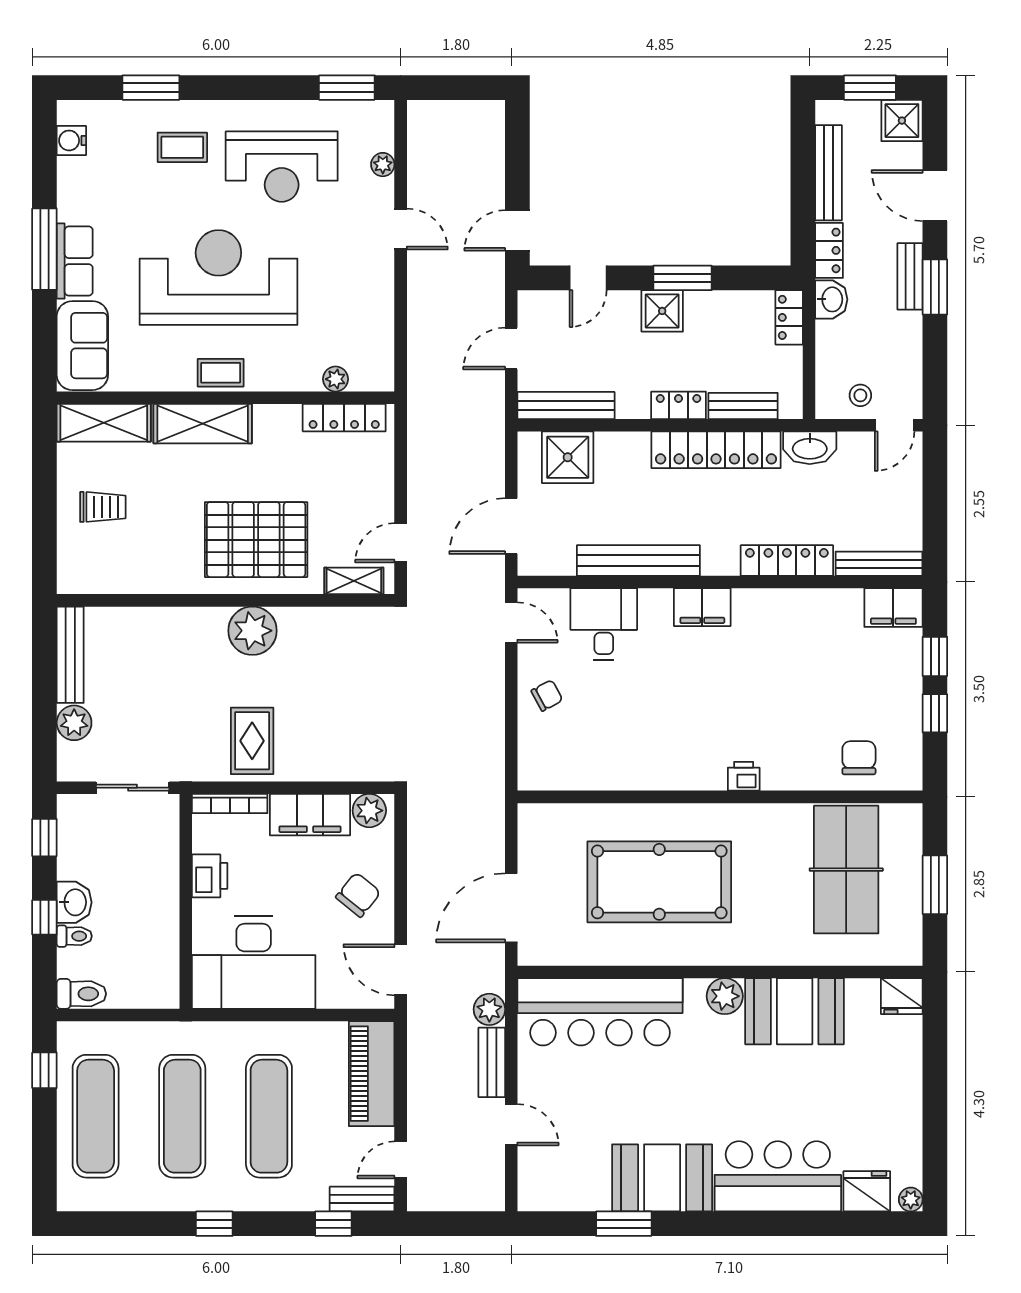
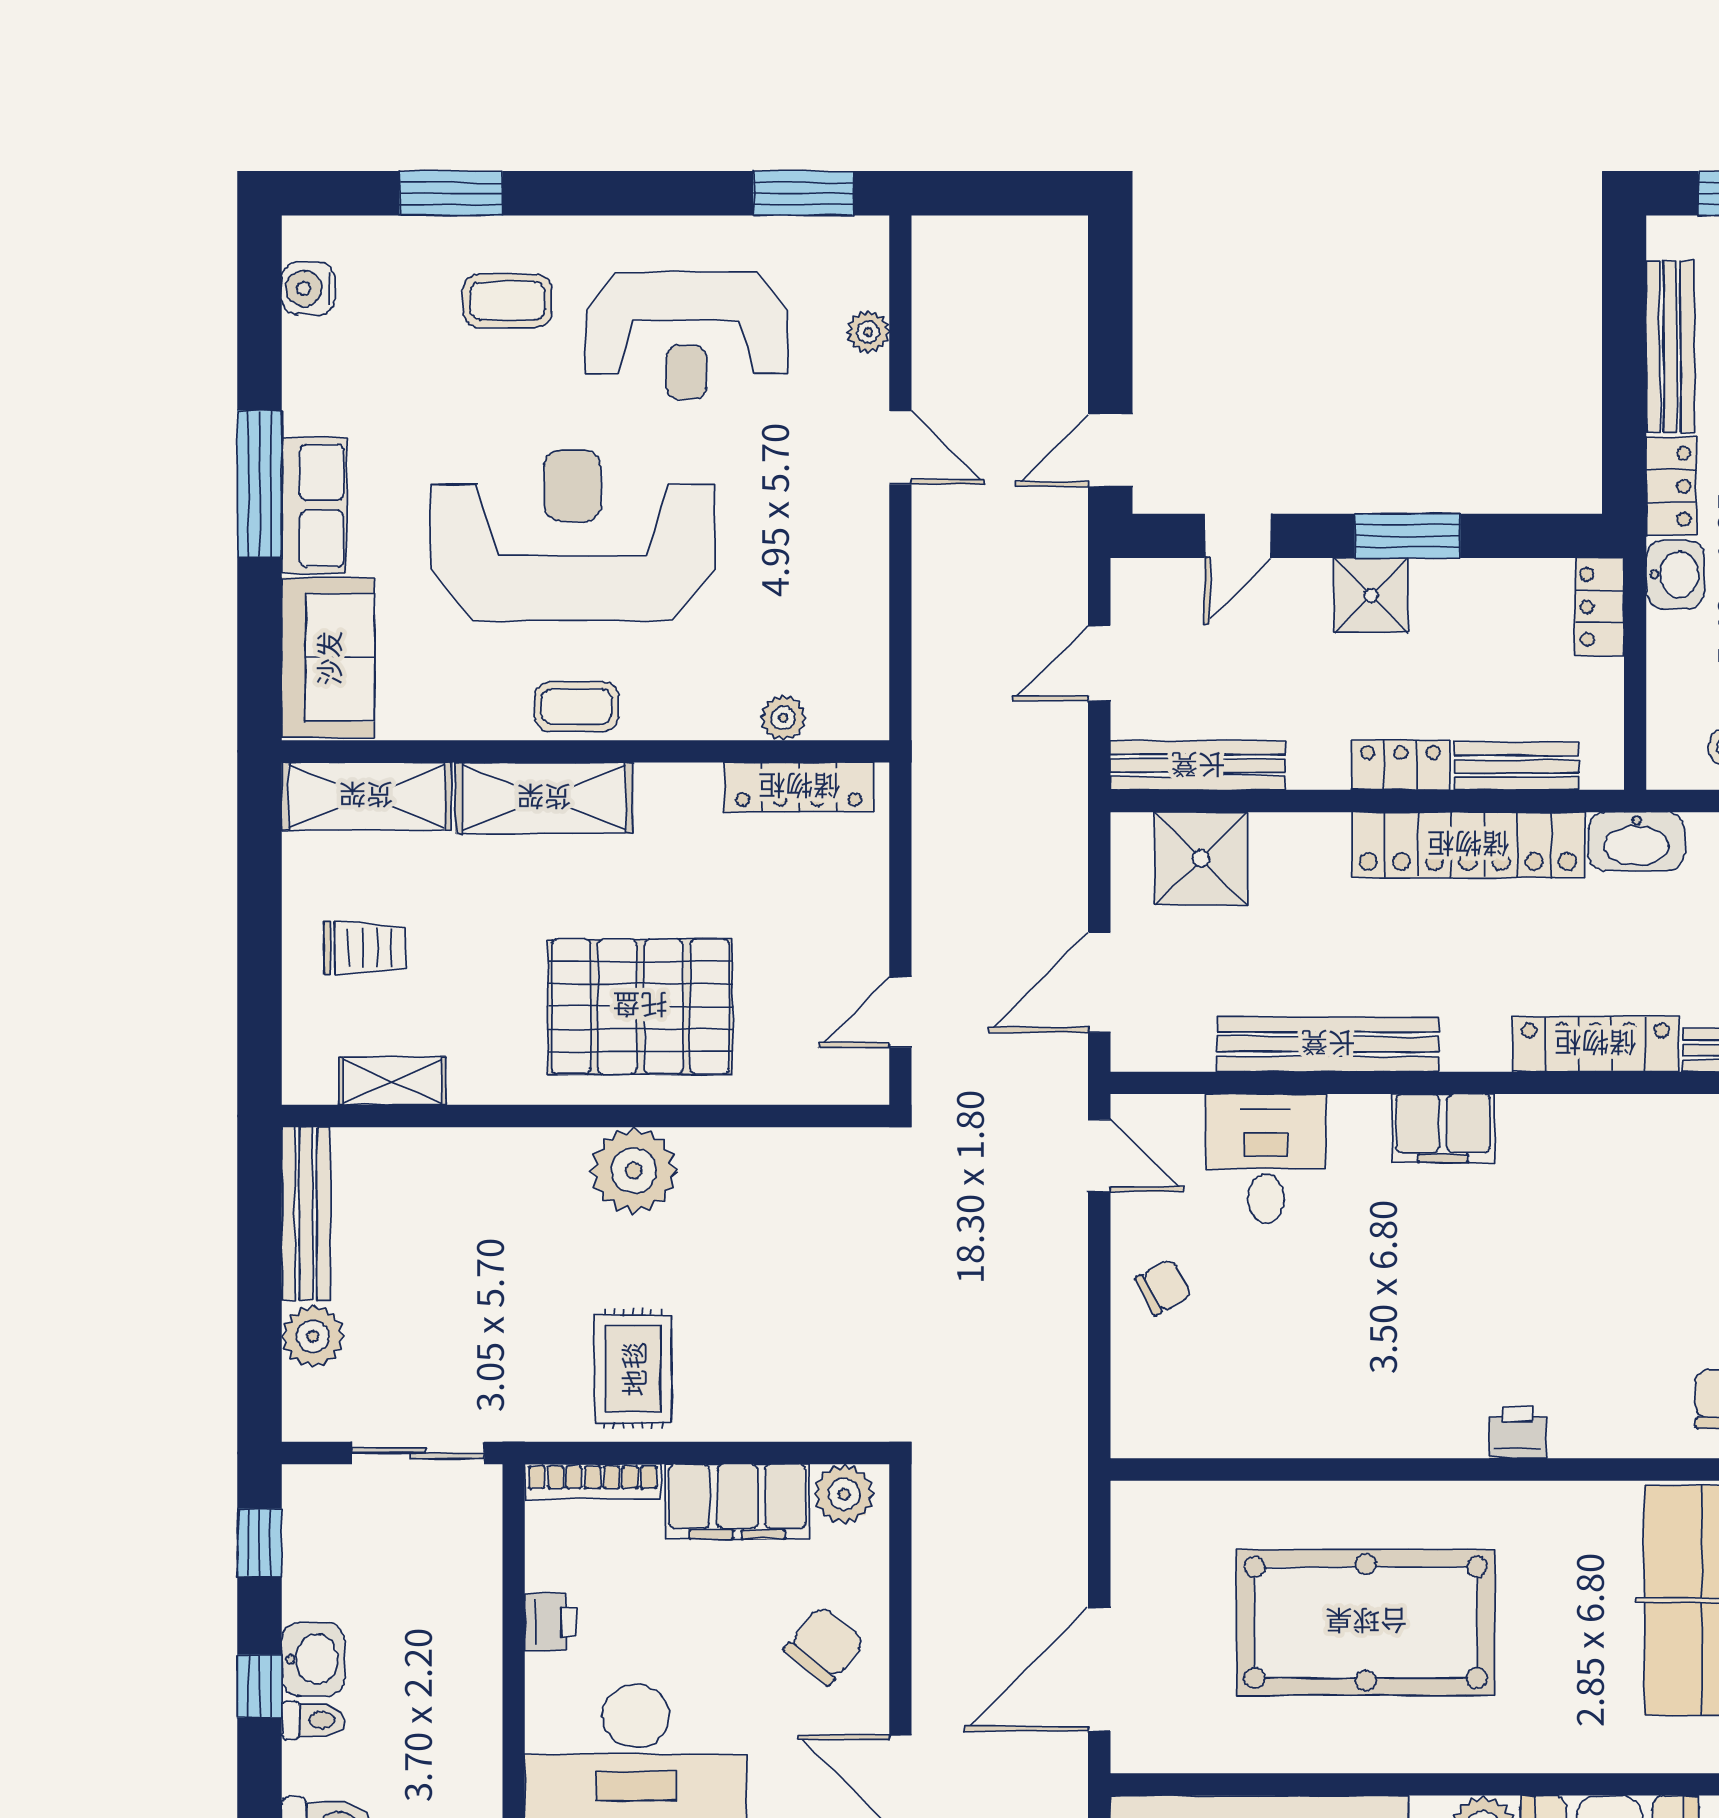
shelving: (354, 581) -> (392, 1081), moved
printer: (210, 876) -> (551, 1622), width x0.73, depth x0.81

